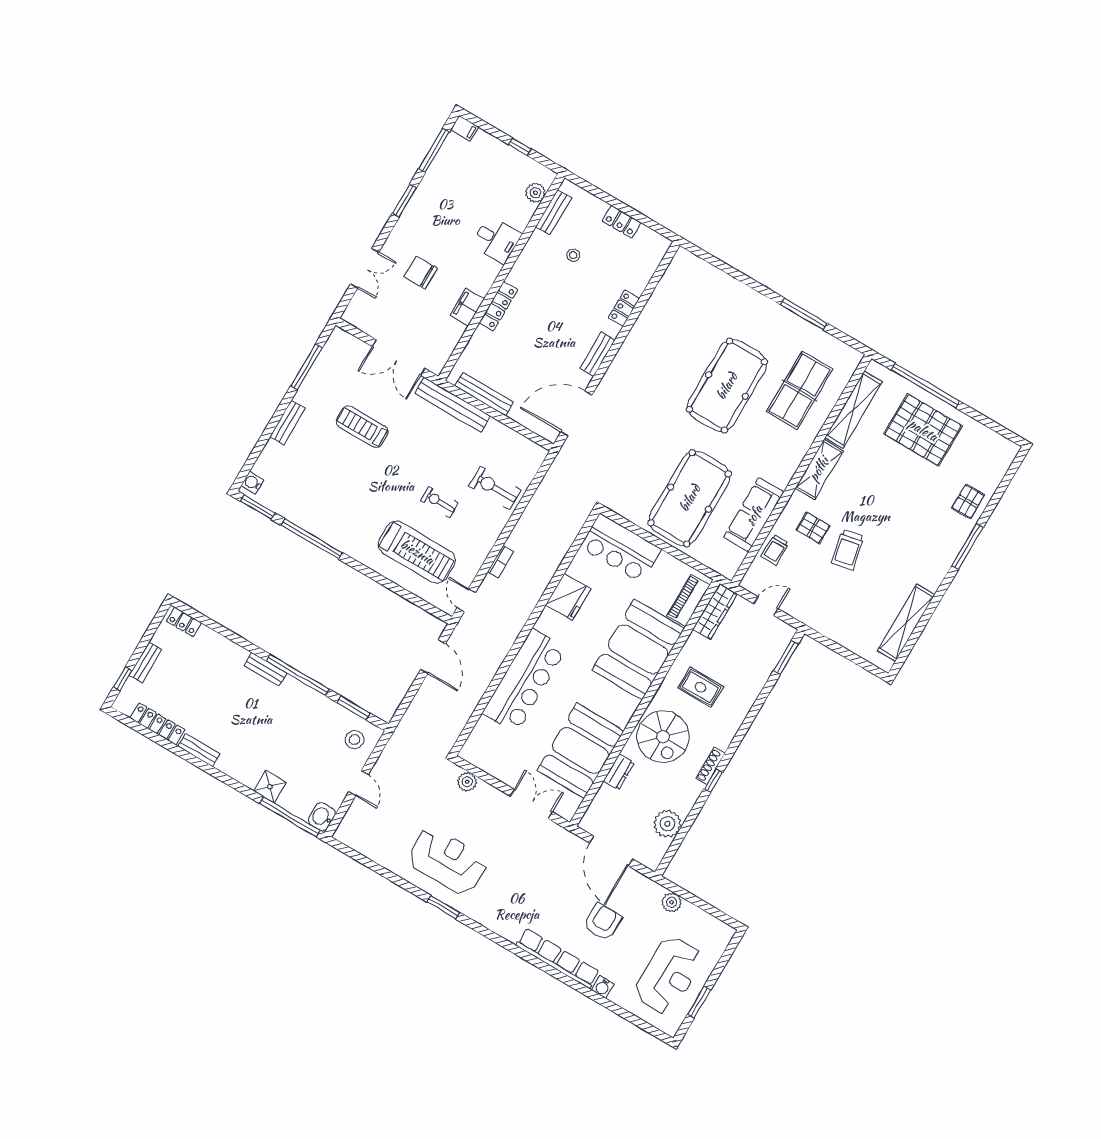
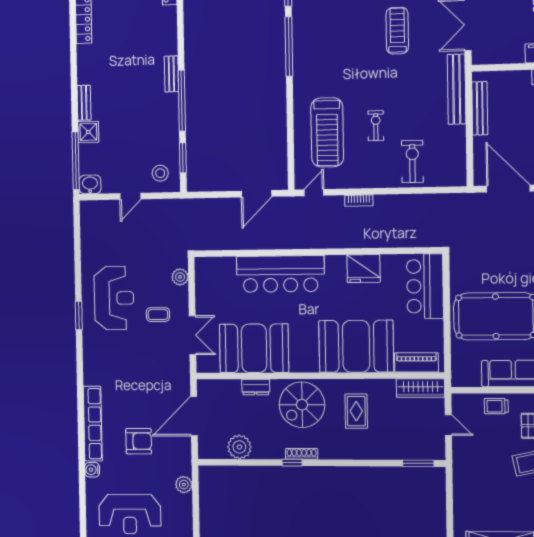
bench: (199, 750) -> (84, 103), moved
coffee table: (490, 826) -> (158, 315), added

